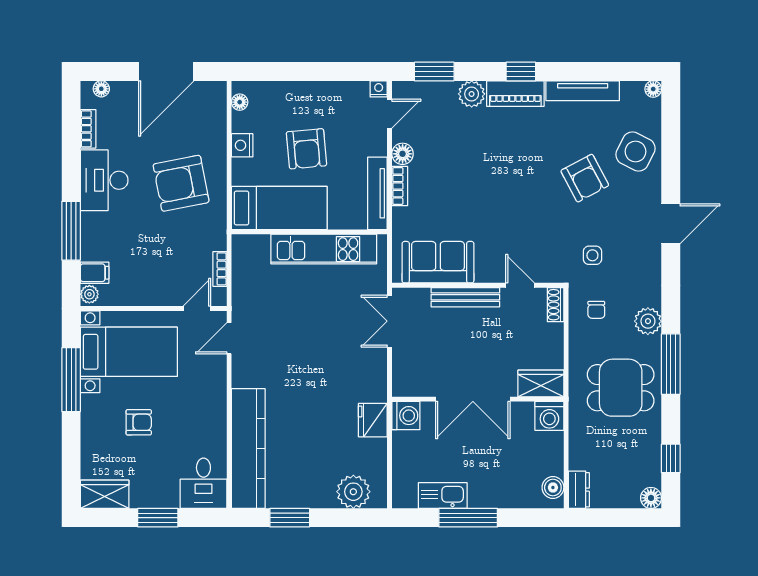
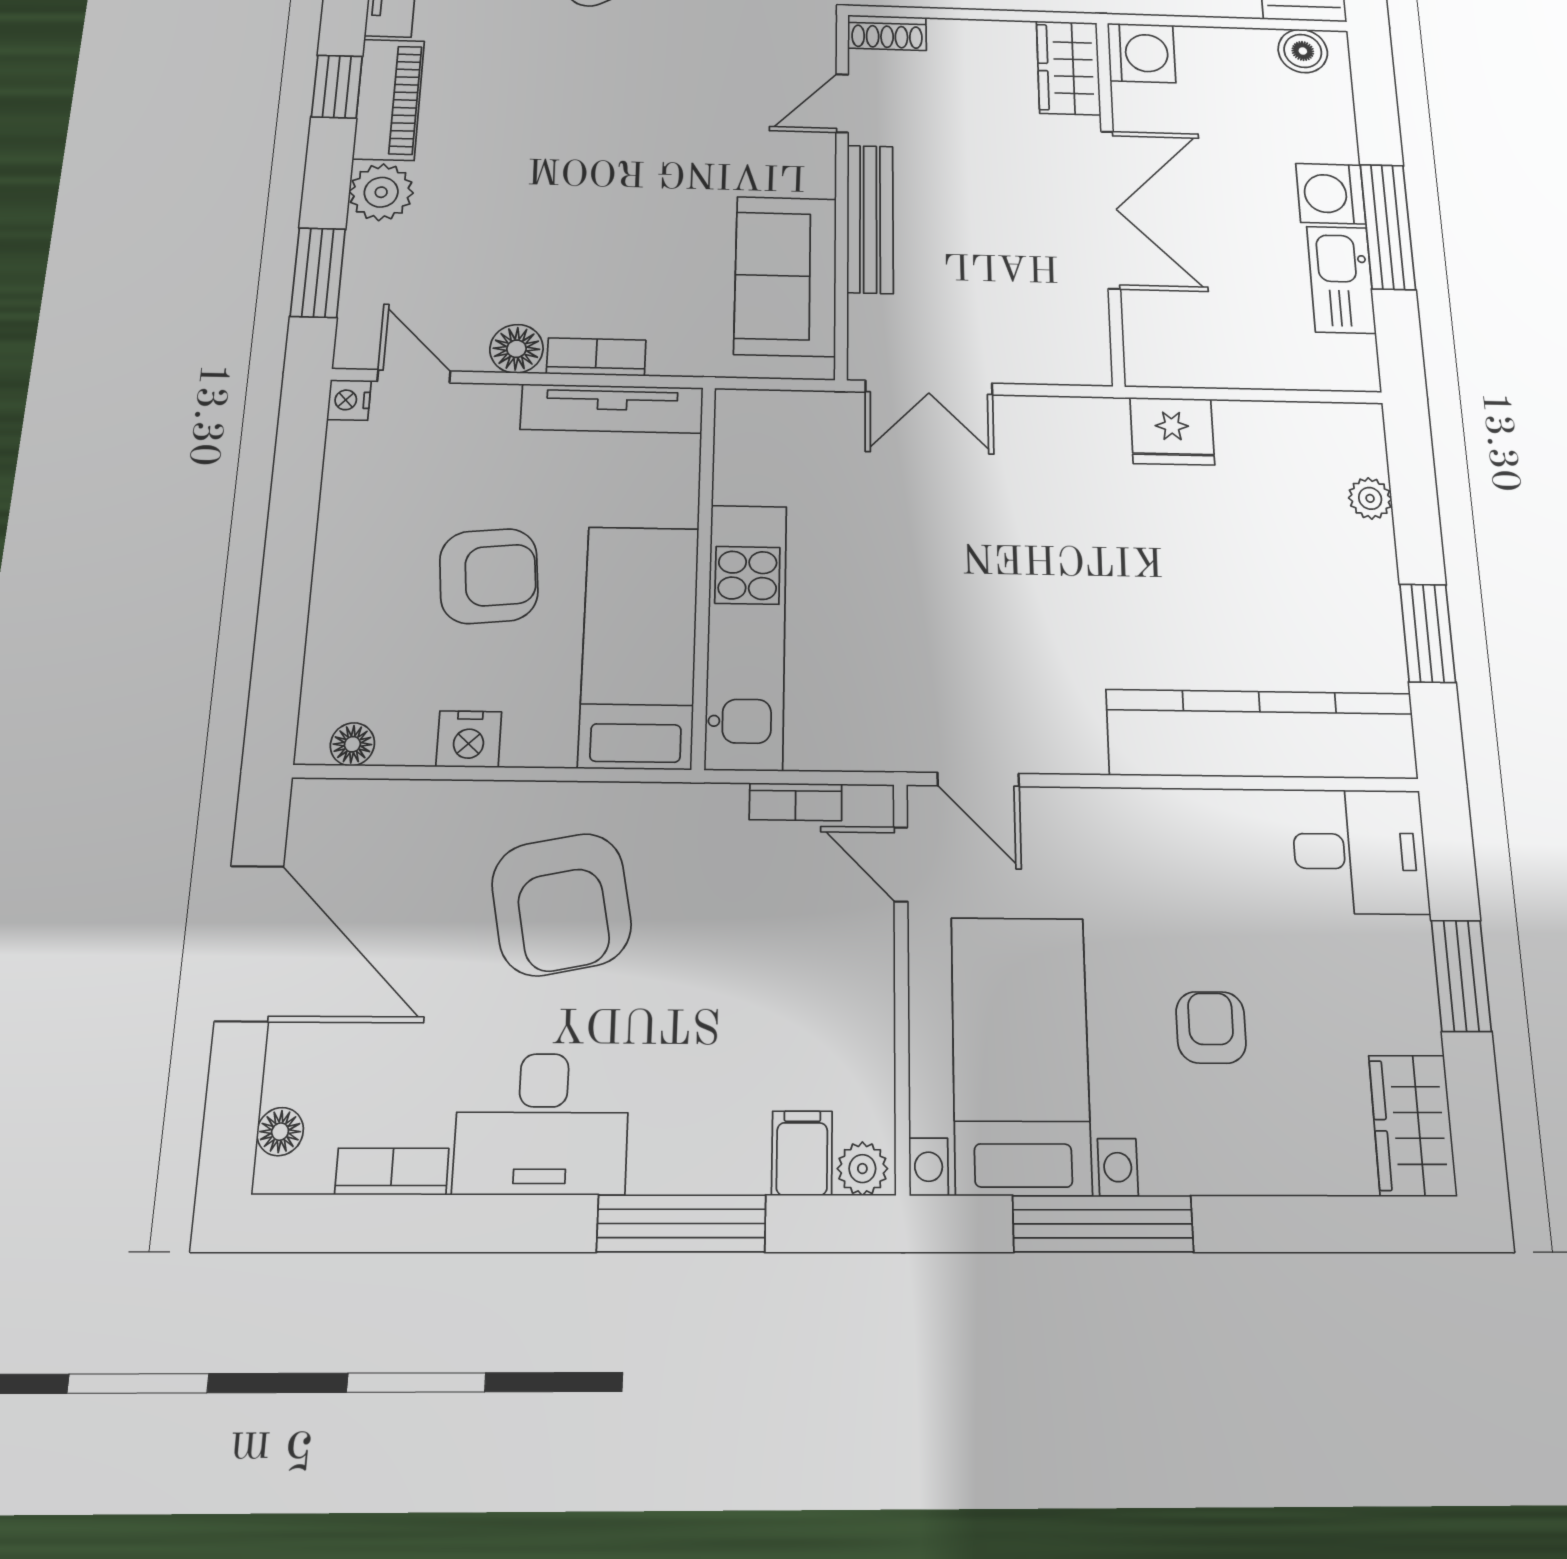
kitchen unit: (324, 249) -> (746, 635), moved
washing machine: (406, 416) -> (1331, 194), moved, turned -90
plant: (353, 492) -> (1370, 498), width x0.53, depth x0.53

